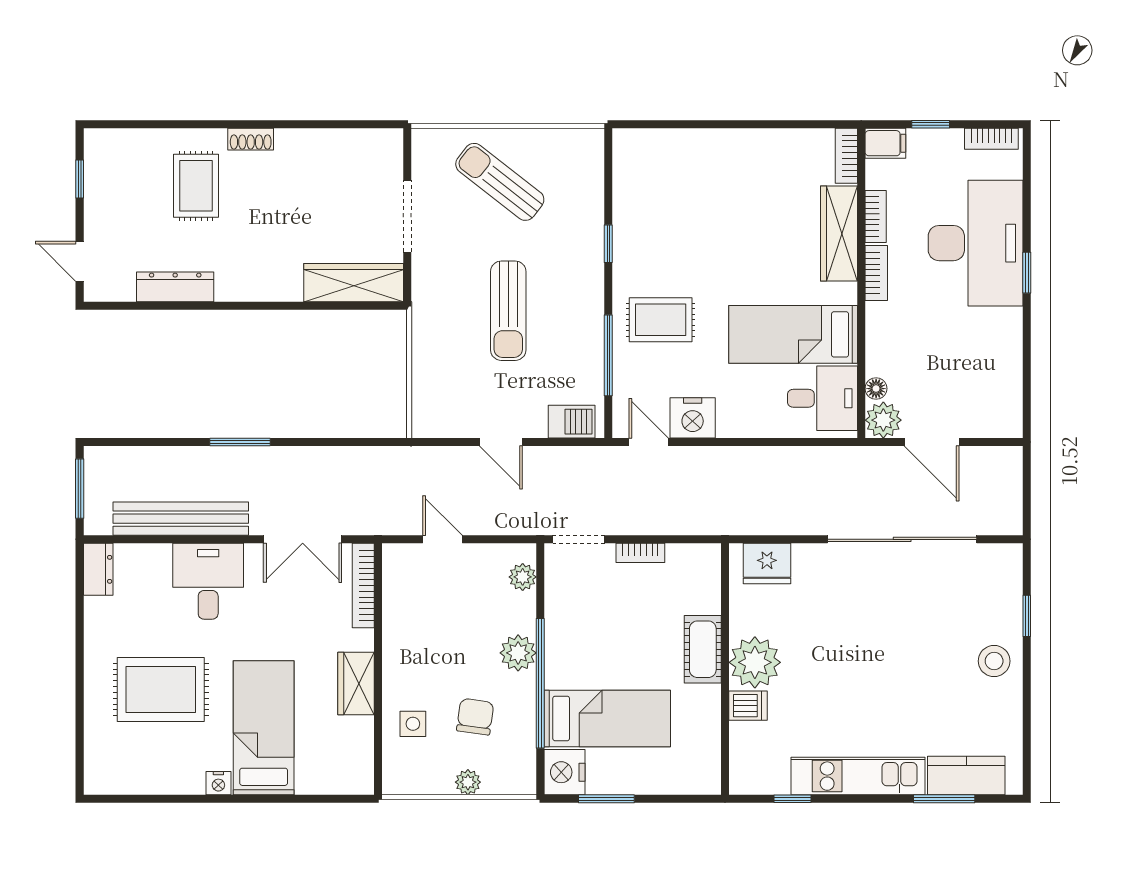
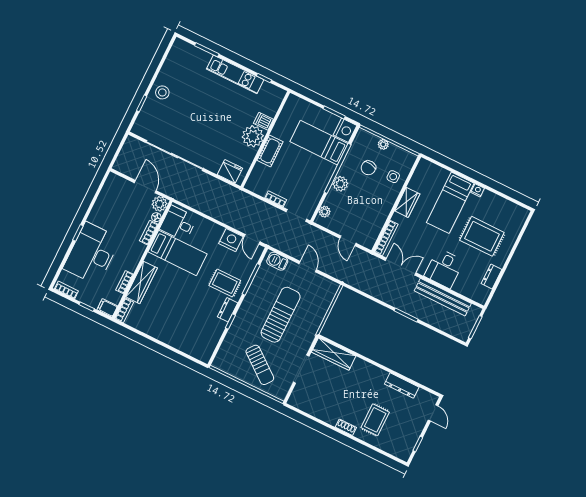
dresser: (627, 266) -> (228, 310), added
bookcase: (876, 273) -> (149, 233), moved
sun lounger: (508, 311) -> (281, 315), width x1.36, depth x1.34
dresser: (98, 569) -> (491, 277), moved
kitchen counter: (966, 776) -> (194, 54), removed

